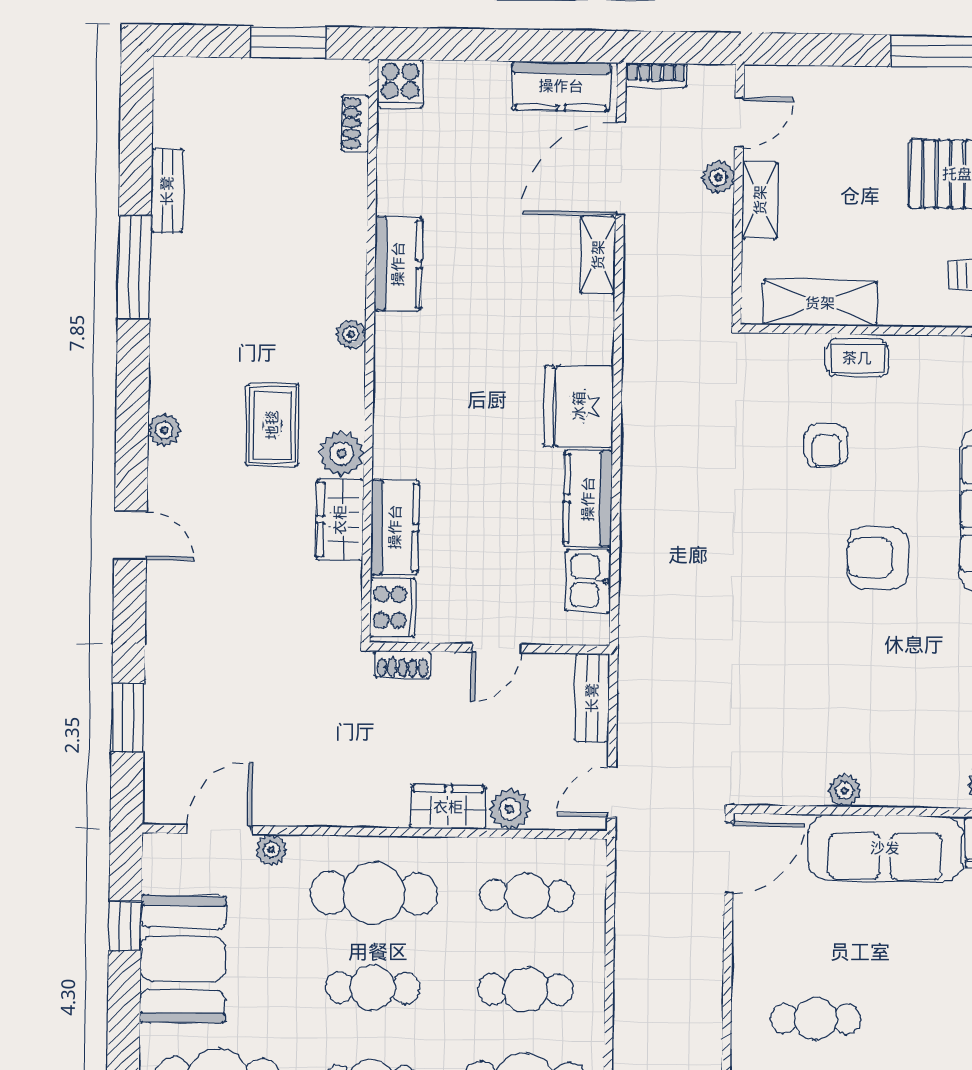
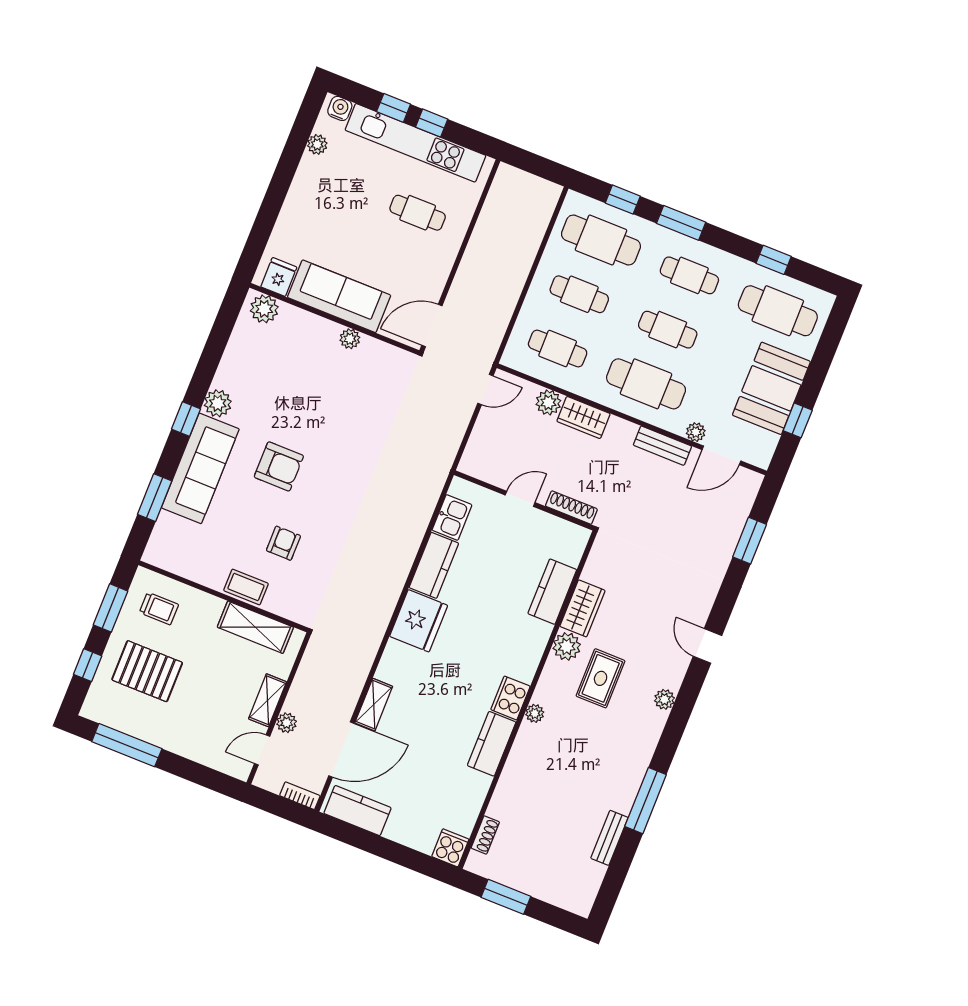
cooker: (393, 607) -> (510, 698), moved
shoe rack: (403, 664) -> (571, 508), width x1.43
bench: (592, 698) -> (662, 446), moved, turned 90

